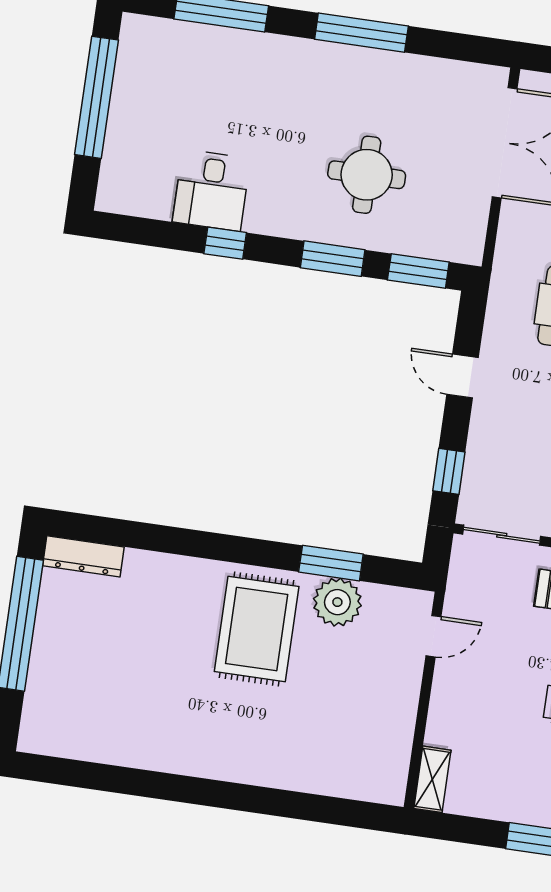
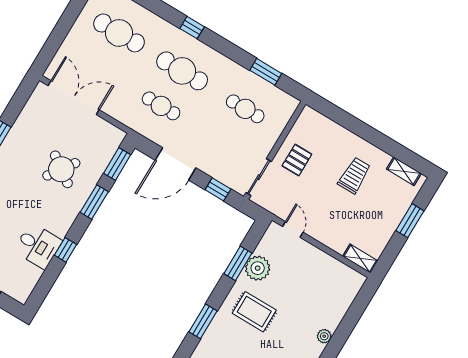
round table: (367, 175) -> (61, 169), turned 35
door: (463, 376) -> (176, 164), width x1.87
window: (200, 544) -> (203, 321), added
rug: (257, 629) -> (254, 312), width x0.73, depth x0.70
plant: (265, 773) -> (324, 336), added

